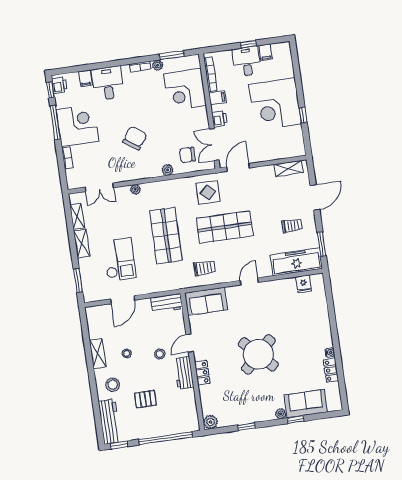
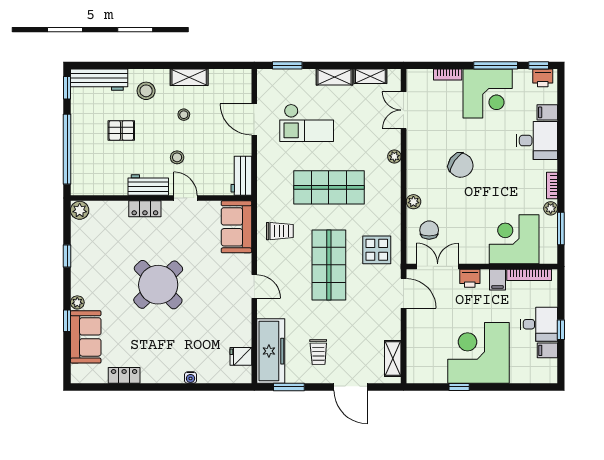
trolley: (204, 268) -> (280, 231), turned -90
water cooler: (330, 352) -> (191, 378), moved
pallet: (145, 399) -> (121, 130), turned 90

